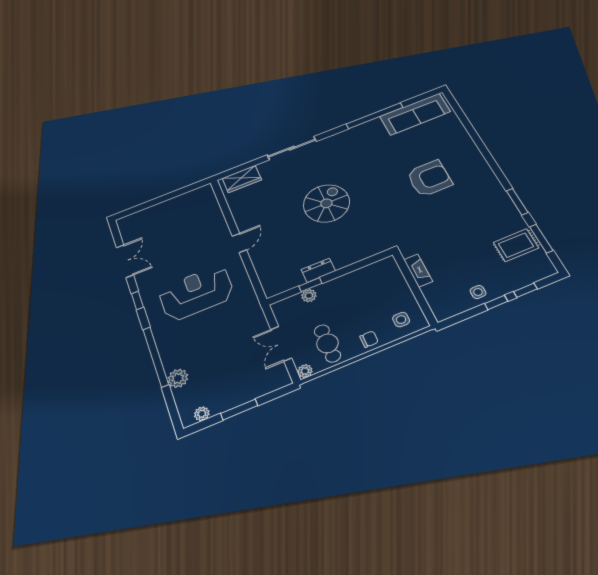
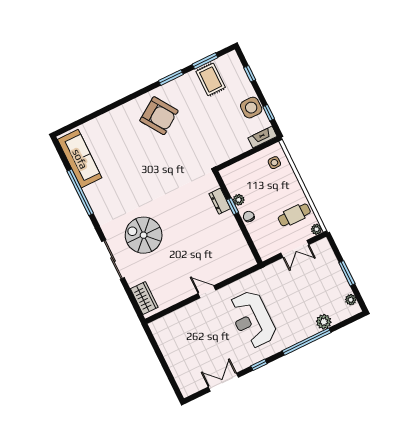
armchair: (429, 178) -> (159, 116), moved, turned 146
spiral stairs: (326, 203) -> (144, 235), moved
dresser: (318, 270) -> (220, 201), moved
fireplace: (418, 270) -> (262, 137), moved
window: (310, 285) -> (232, 206), moved
side table: (478, 292) -> (251, 108), width x1.87, depth x1.87
plant: (309, 296) -> (239, 200), moved
window: (496, 302) -> (269, 113), moved
chair: (369, 339) -> (249, 216), moved

